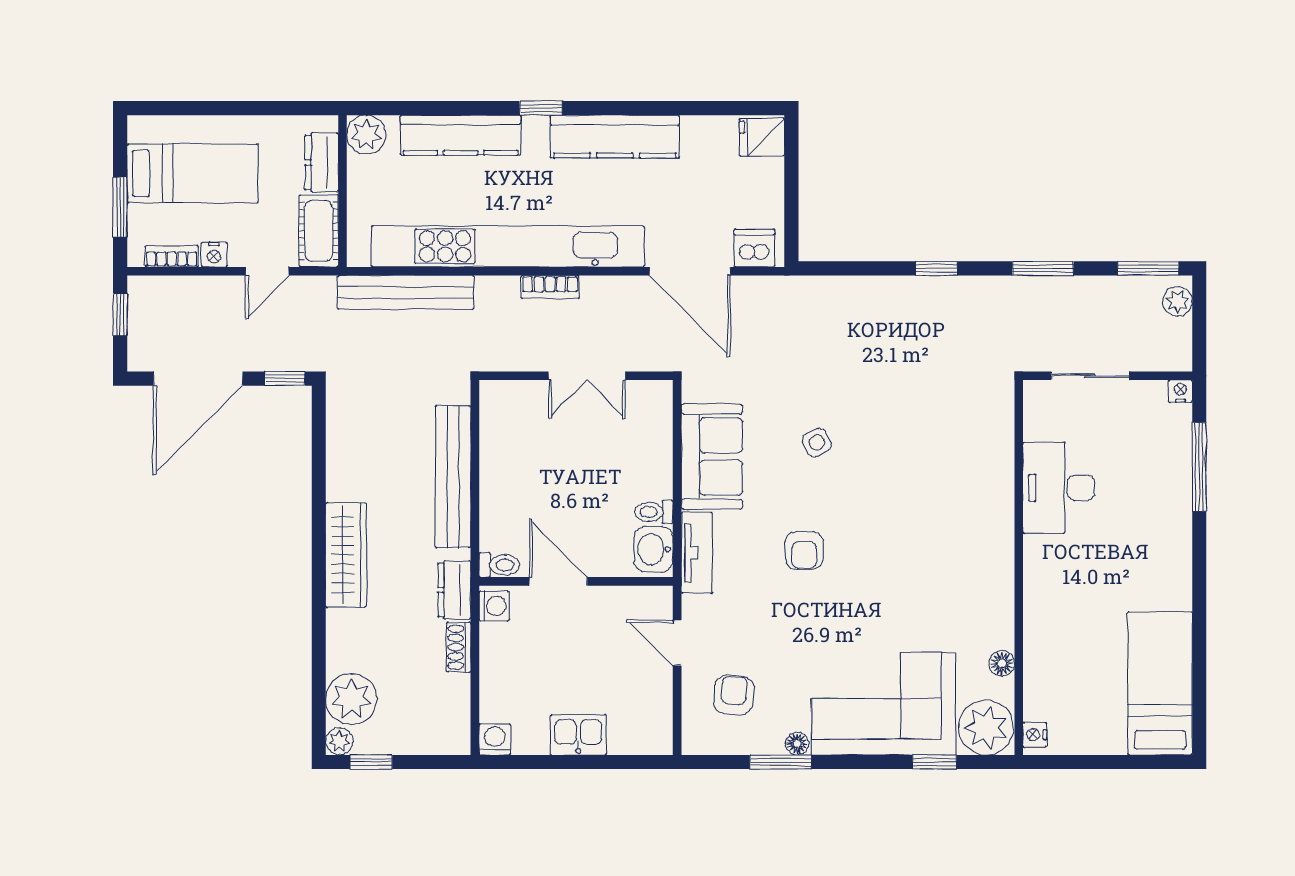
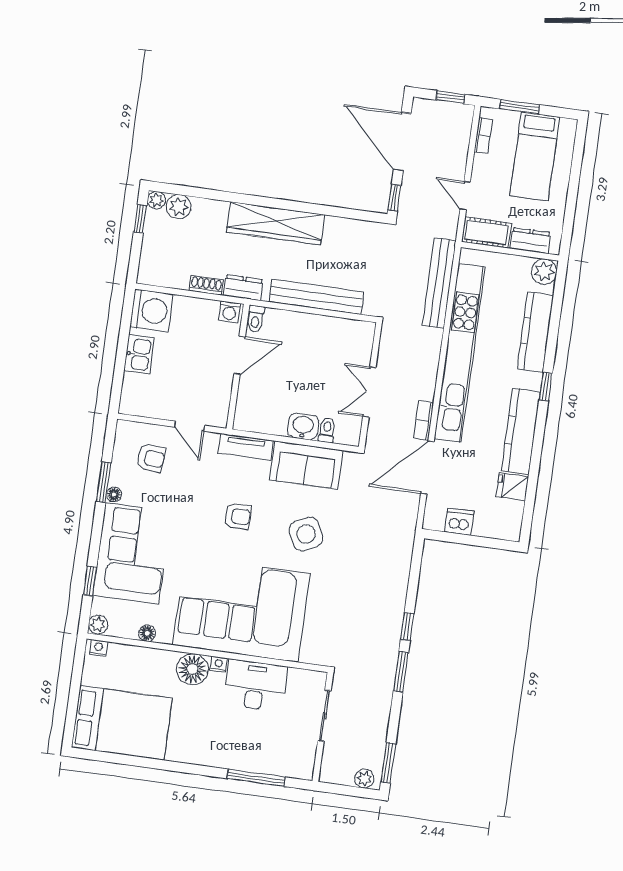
fridge: (762, 137) -> (512, 487), moved, turned -90
dishwasher: (754, 248) -> (459, 522), moved, turned -90
nightstand: (214, 255) -> (480, 163), removed
window: (1043, 268) -> (401, 672), moved
bookcase: (550, 287) -> (424, 421), moved
nightstand: (1180, 391) -> (219, 664), moved, turned -90
side table: (817, 442) -> (306, 534), width x1.87, depth x1.87
toilet: (654, 512) -> (327, 430), moved
corner sofa: (945, 525) -> (241, 609), added
washbasin: (654, 549) -> (303, 426), moved
armchair: (804, 550) -> (238, 516), turned 180
wardrobe: (346, 555) -> (275, 223), width x1.40, depth x1.17
floor lamp: (1047, 587) -> (192, 669), added
door: (677, 643) -> (190, 426), swing flipped
bed: (1160, 683) -> (122, 723), width x1.50
plant: (351, 699) -> (179, 207), width x0.73, depth x0.73
plant: (986, 727) -> (98, 624), width x0.53, depth x0.53
washing machine: (495, 739) -> (151, 310), width x1.89, depth x1.89

